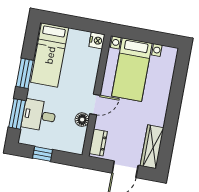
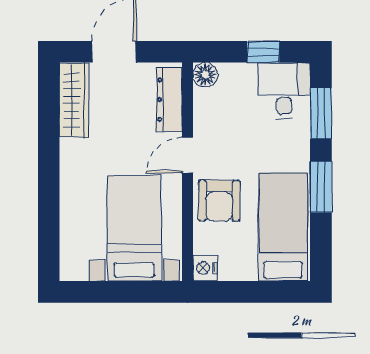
armchair: (82, 76) -> (219, 201), added
desk: (39, 115) -> (284, 90), moved, turned -90
floor lamp: (82, 120) -> (205, 75), moved
dresser: (98, 143) -> (170, 99), width x1.44

